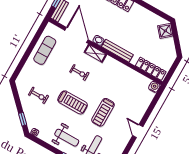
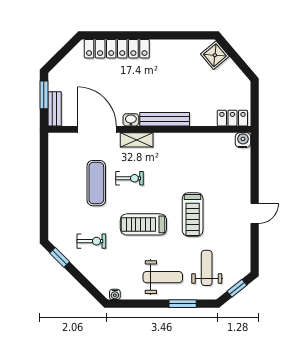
exercise mat: (45, 50) -> (96, 183), moved
locker: (151, 69) -> (232, 118), width x0.66
treadmill: (73, 102) -> (143, 224), turned 180
window: (23, 119) -> (60, 257), moved
door: (138, 131) -> (255, 213), swing flipped

